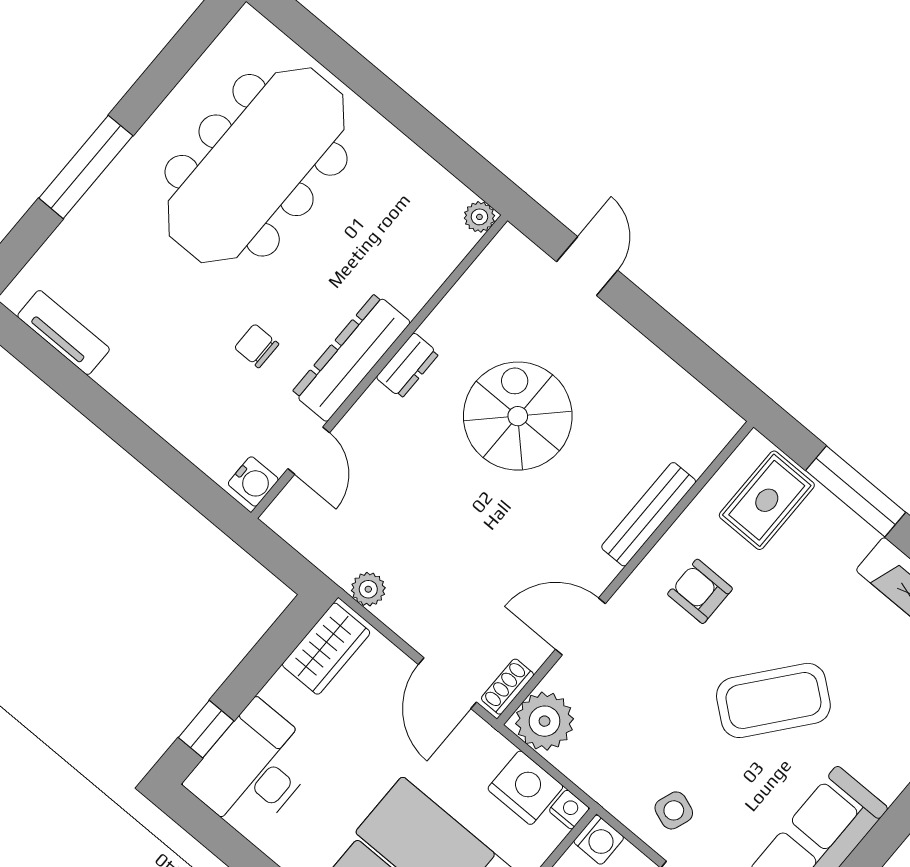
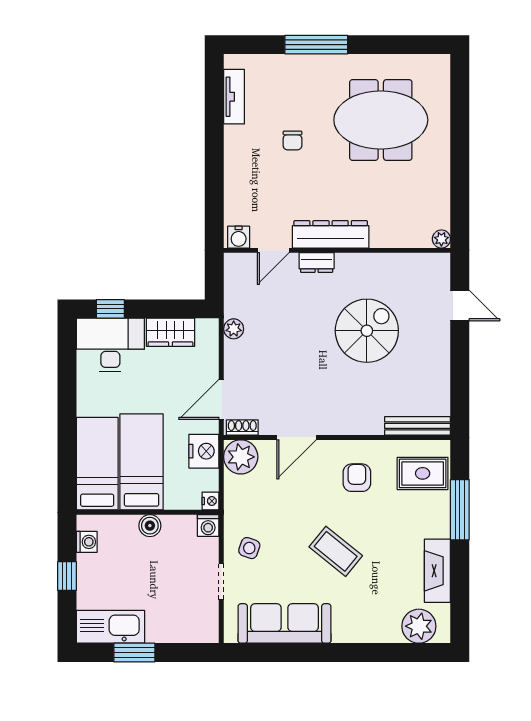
meeting table: (256, 165) -> (381, 120), width x0.73
door: (587, 266) -> (460, 305), hinge flipped
chair: (257, 346) -> (292, 140), moved, turned 180
dresser: (408, 365) -> (317, 263), moved
bench: (649, 514) -> (418, 426), moved
door: (580, 626) -> (296, 437), swing flipped
wardrobe: (326, 649) -> (170, 332), moved
coffee table: (773, 700) -> (336, 551), width x0.73, depth x0.76
nightstand: (525, 788) -> (204, 451), moved

